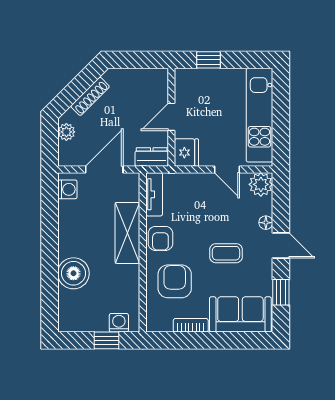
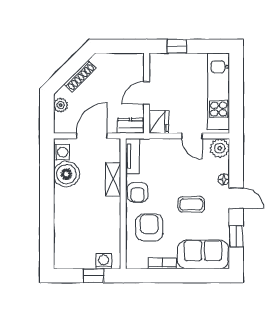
shelving: (127, 233) -> (113, 179), width x0.67, depth x0.75
boiler: (73, 273) -> (66, 174), moved

